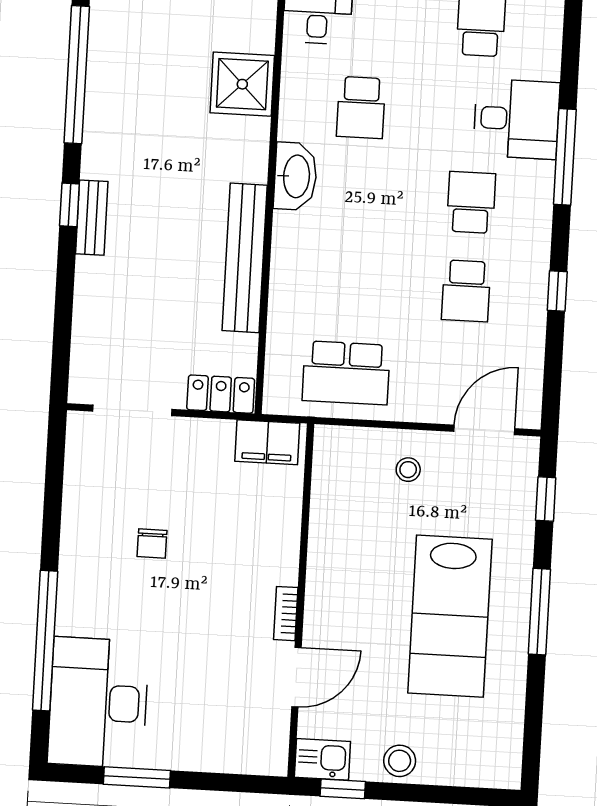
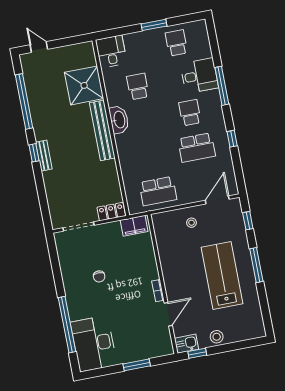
shower: (242, 84) -> (84, 85), width x1.37, depth x1.37
school desk: (361, 108) -> (138, 86), turned 180
bench: (245, 258) -> (102, 130), moved
school desk: (466, 291) -> (197, 147), width x1.85
lab bench: (450, 616) -> (222, 276), turned 180
window: (137, 777) -> (137, 365), moved

